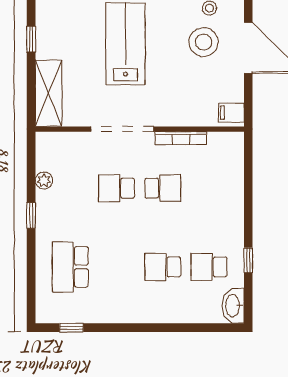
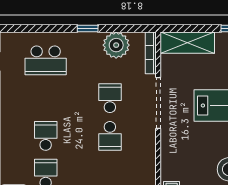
bookcase: (181, 138) -> (151, 53), moved
plant: (44, 181) -> (116, 45), width x1.88, depth x1.88
school desk: (70, 267) -> (46, 60), turned 180

